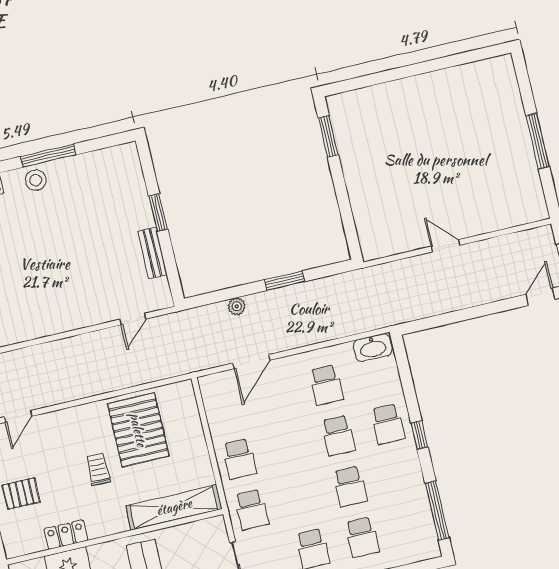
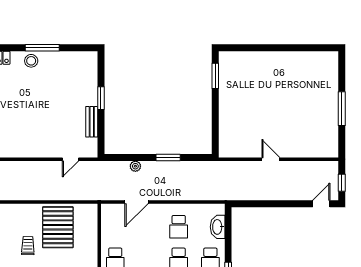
washbasin: (373, 348) -> (218, 227), moved, turned 90

